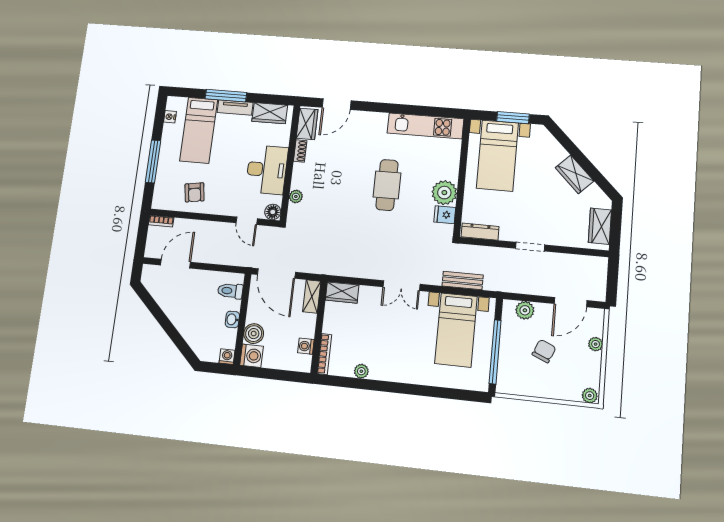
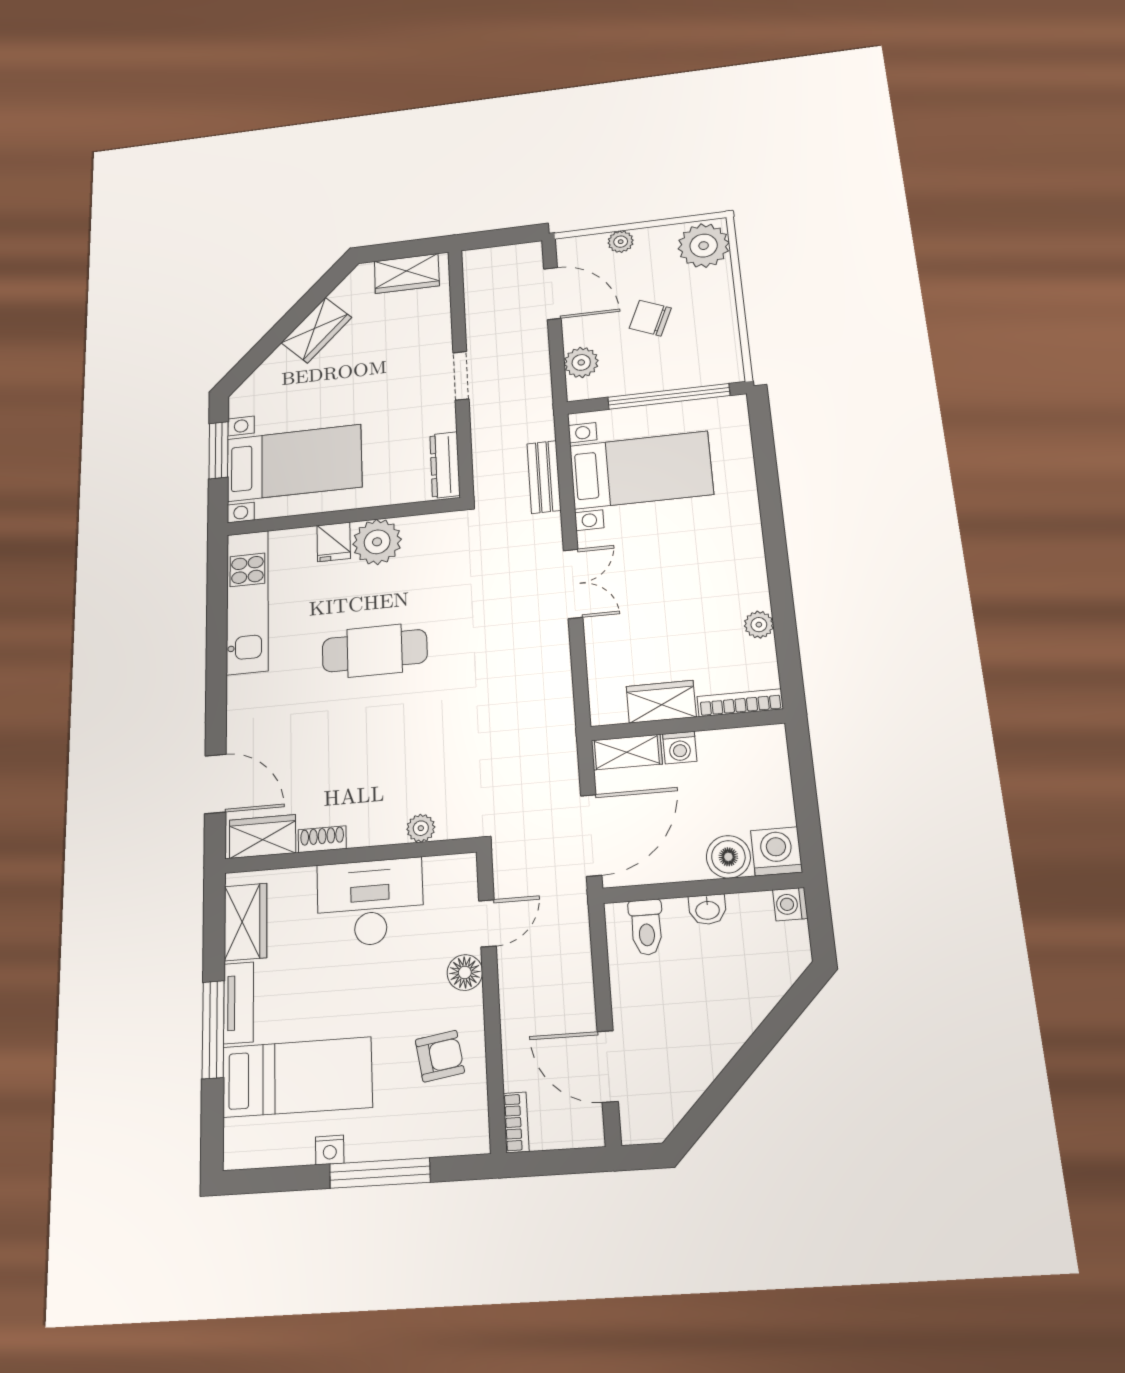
nightstand: (170, 117) -> (330, 1150), moved
floor lamp: (273, 212) -> (465, 972), moved
fridge: (445, 215) -> (334, 542), moved
wardrobe: (342, 293) -> (661, 702), moved, turned -90
washing machine: (306, 346) -> (680, 748), moved
plant: (590, 396) -> (704, 246), width x1.88, depth x1.88

